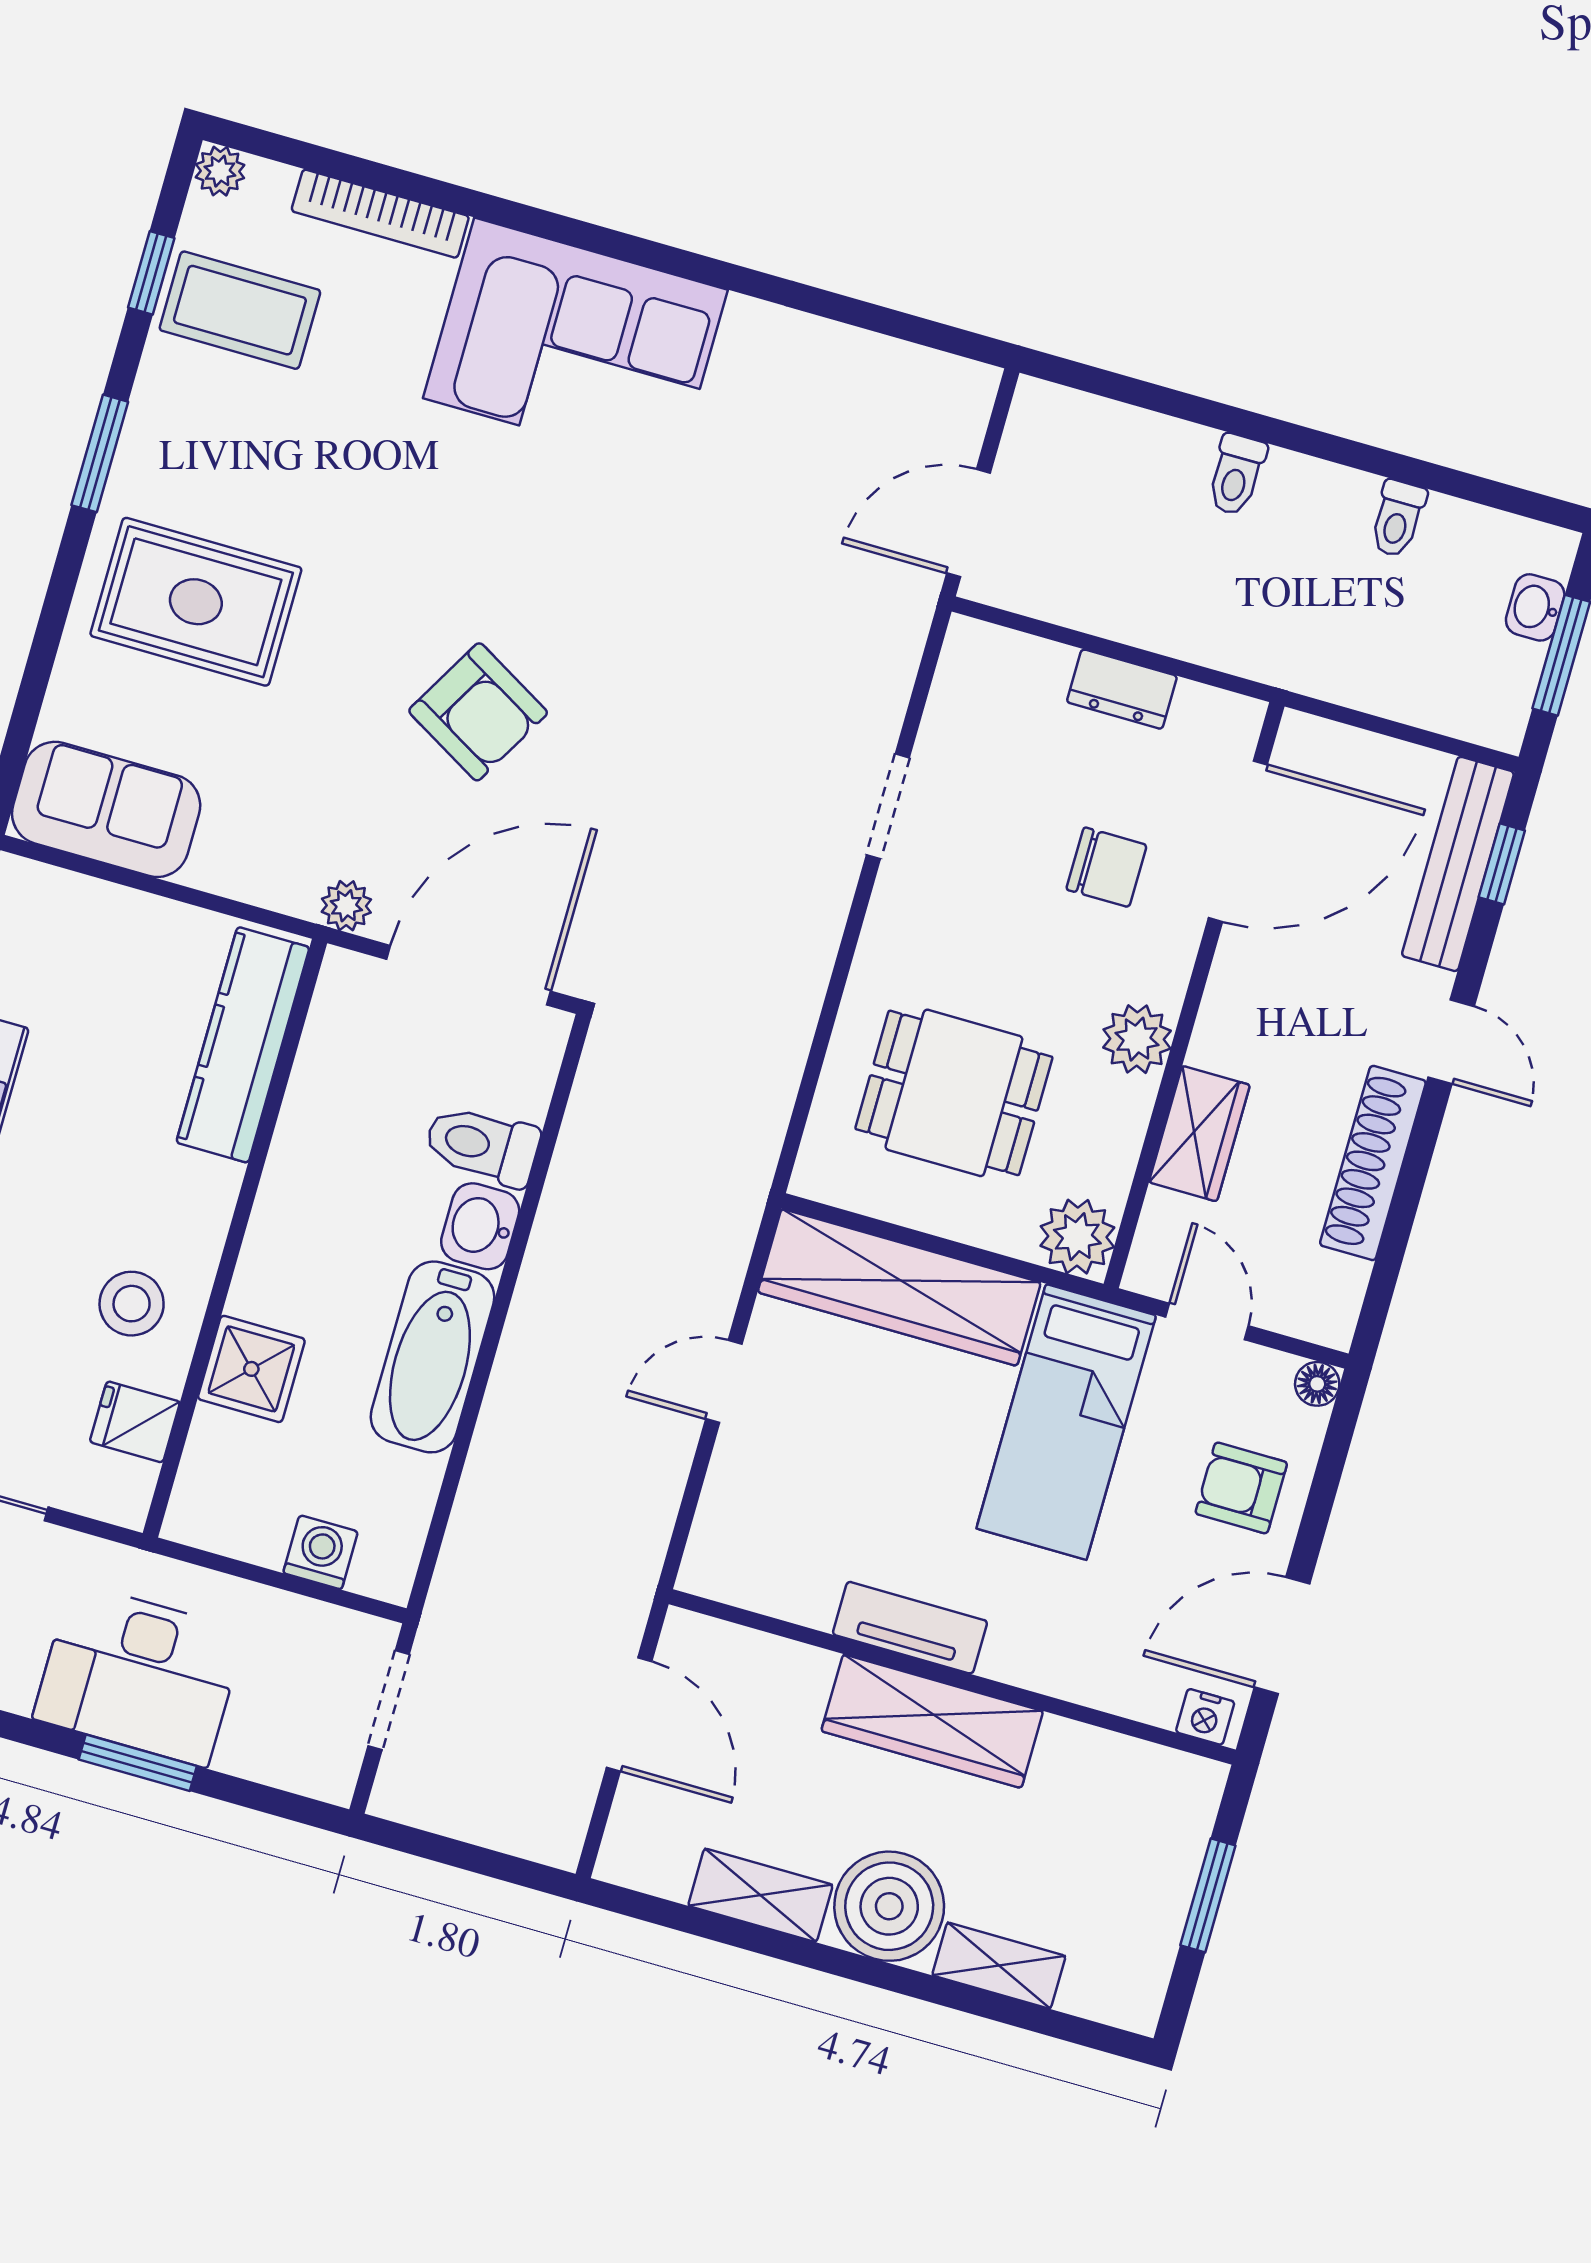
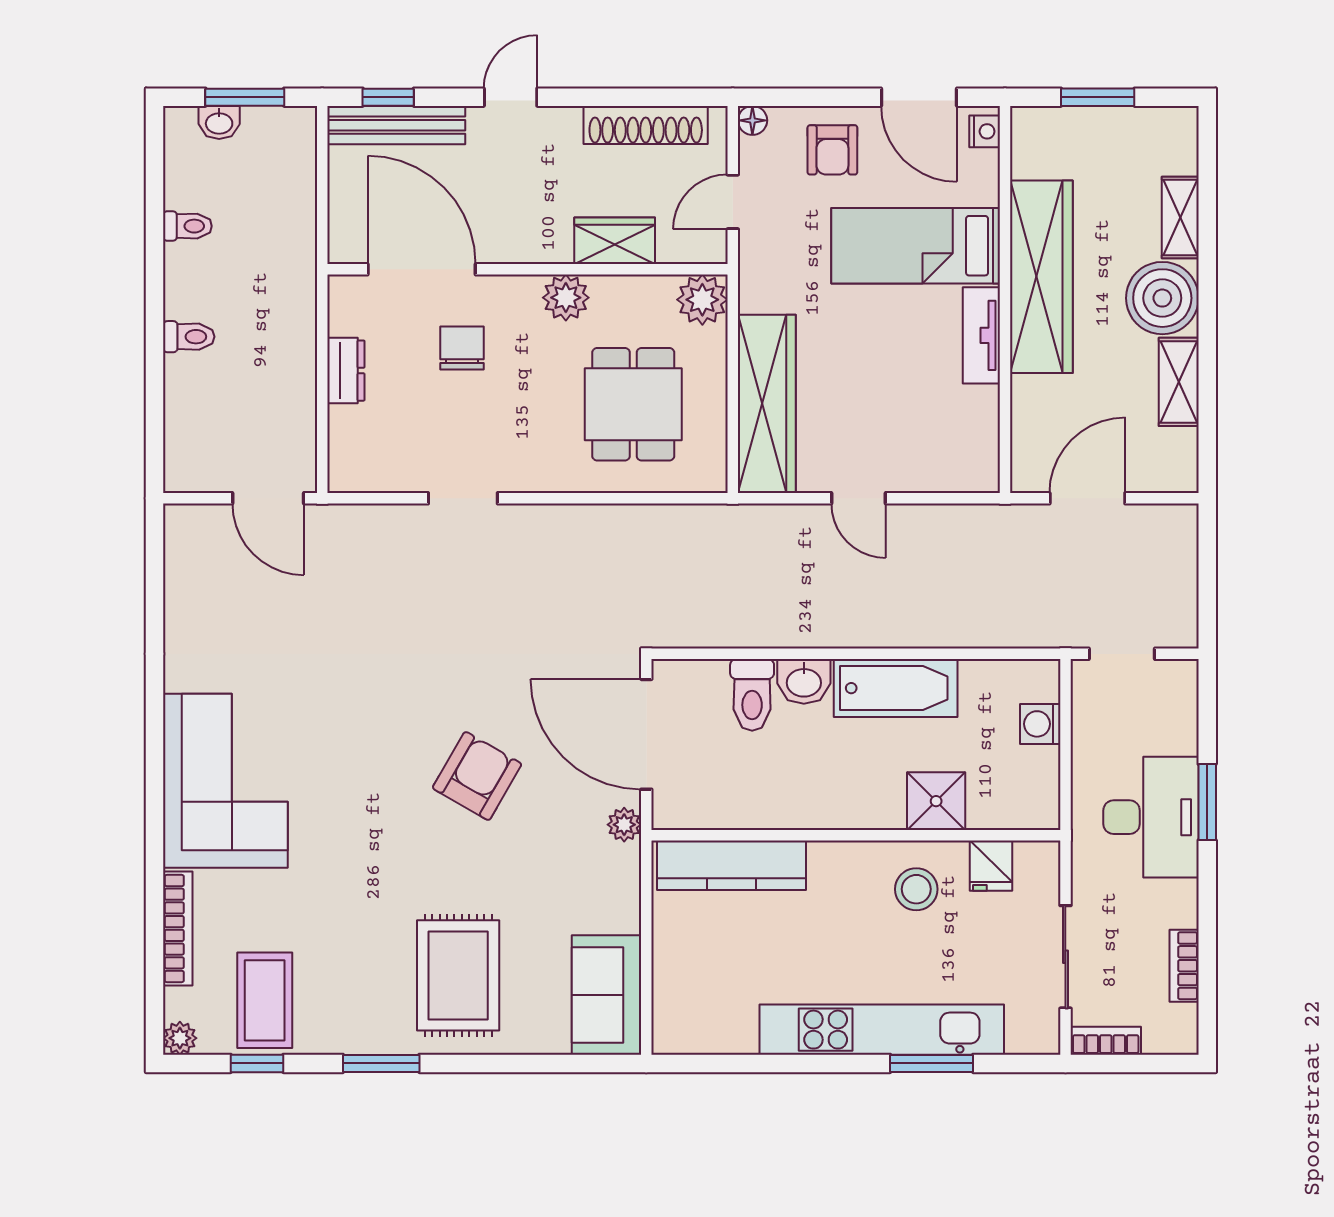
shoe rack: (1373, 1163) -> (646, 125), moved
bed: (1066, 1422) -> (916, 246), moved, turned 180
wardrobe: (932, 1721) -> (1041, 277), width x1.40, depth x1.17

